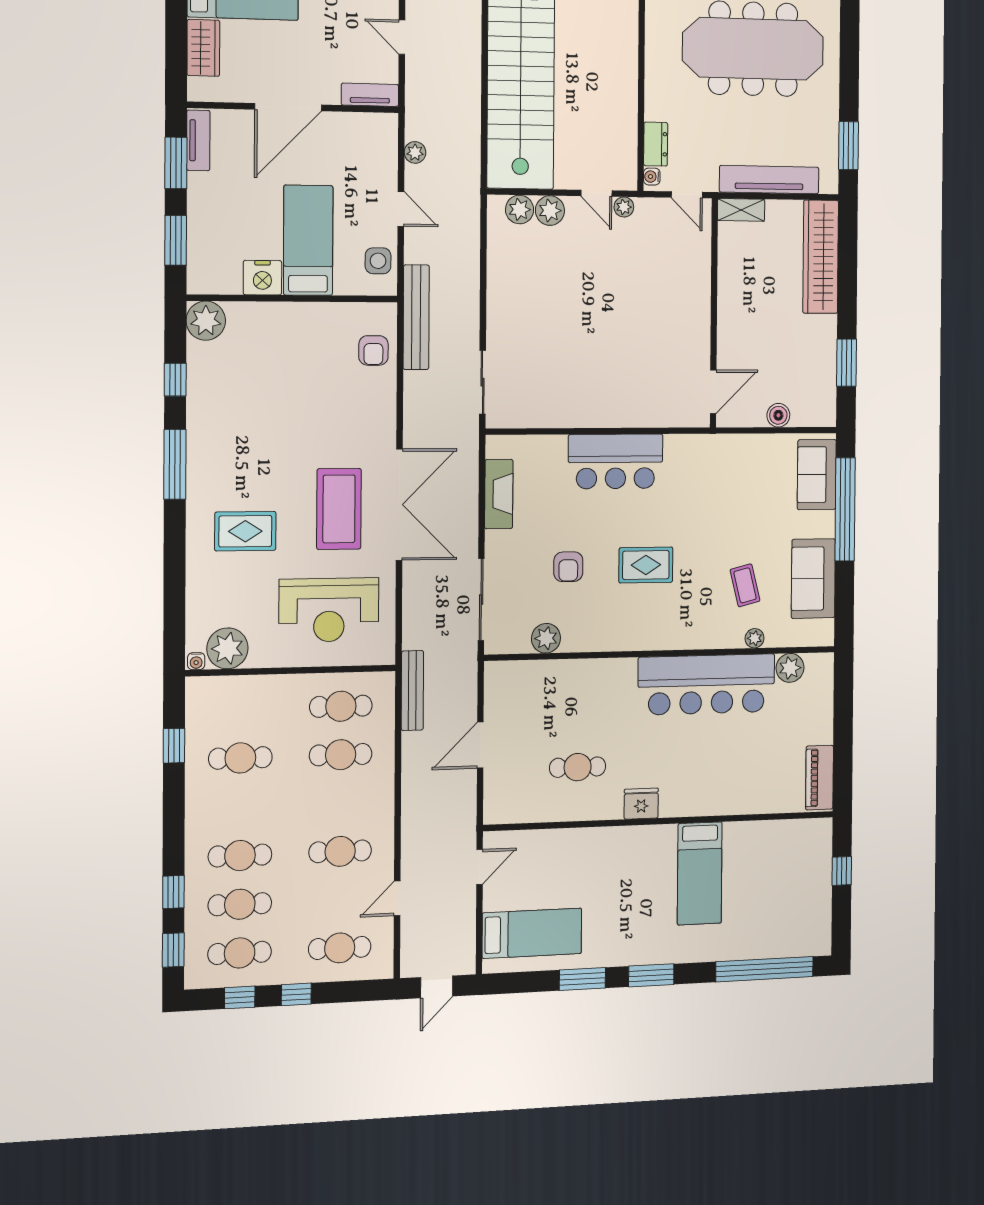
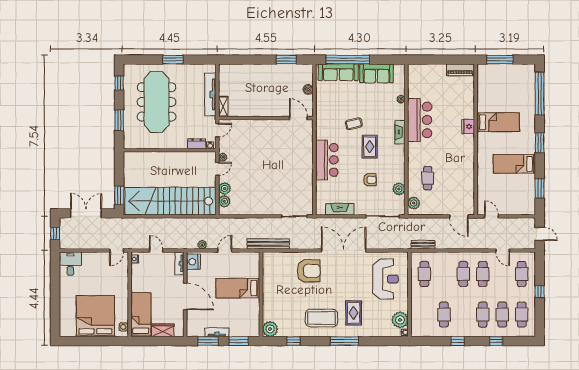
door: (402, 37) -> (156, 250), swing flipped
tv unit: (198, 140) -> (217, 332), moved
window: (848, 146) -> (173, 60), moved
wardrobe: (821, 257) -> (242, 71), removed
side table: (378, 261) -> (246, 260), removed
nightstand: (262, 278) -> (193, 262), moved, turned 180
armchair: (373, 350) -> (309, 271), moved, width x1.88, depth x1.88
window: (175, 464) -> (344, 341), moved
sofa: (817, 475) -> (338, 72), width x1.36
coffee table: (339, 509) -> (321, 318), moved
coffee table: (745, 585) -> (354, 124), moved
fireplace: (679, 638) -> (400, 132), added
plant: (790, 668) -> (414, 203), moved
bar counter: (706, 684) -> (420, 120), width x0.73
bench: (412, 691) -> (423, 245), width x0.73
door: (480, 745) -> (459, 216), moved
window: (174, 746) -> (458, 341), moved
cafe table: (341, 755) -> (463, 274), moved
cafe table: (578, 767) -> (428, 178), moved
fridge: (641, 804) -> (468, 127), moved
window: (842, 871) -> (500, 60), width x2.17
bed: (532, 933) -> (514, 164), moved, turned -90
window: (173, 950) -> (519, 341), removed
window: (582, 979) -> (540, 188), moved
window: (240, 997) -> (540, 314), removed

